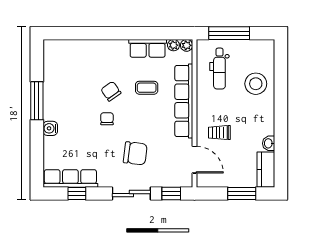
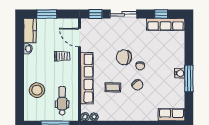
row of seats: (148, 48) -> (171, 115), moved
water cooler: (50, 128) -> (180, 73), moved
chair: (135, 153) -> (124, 57), moved

